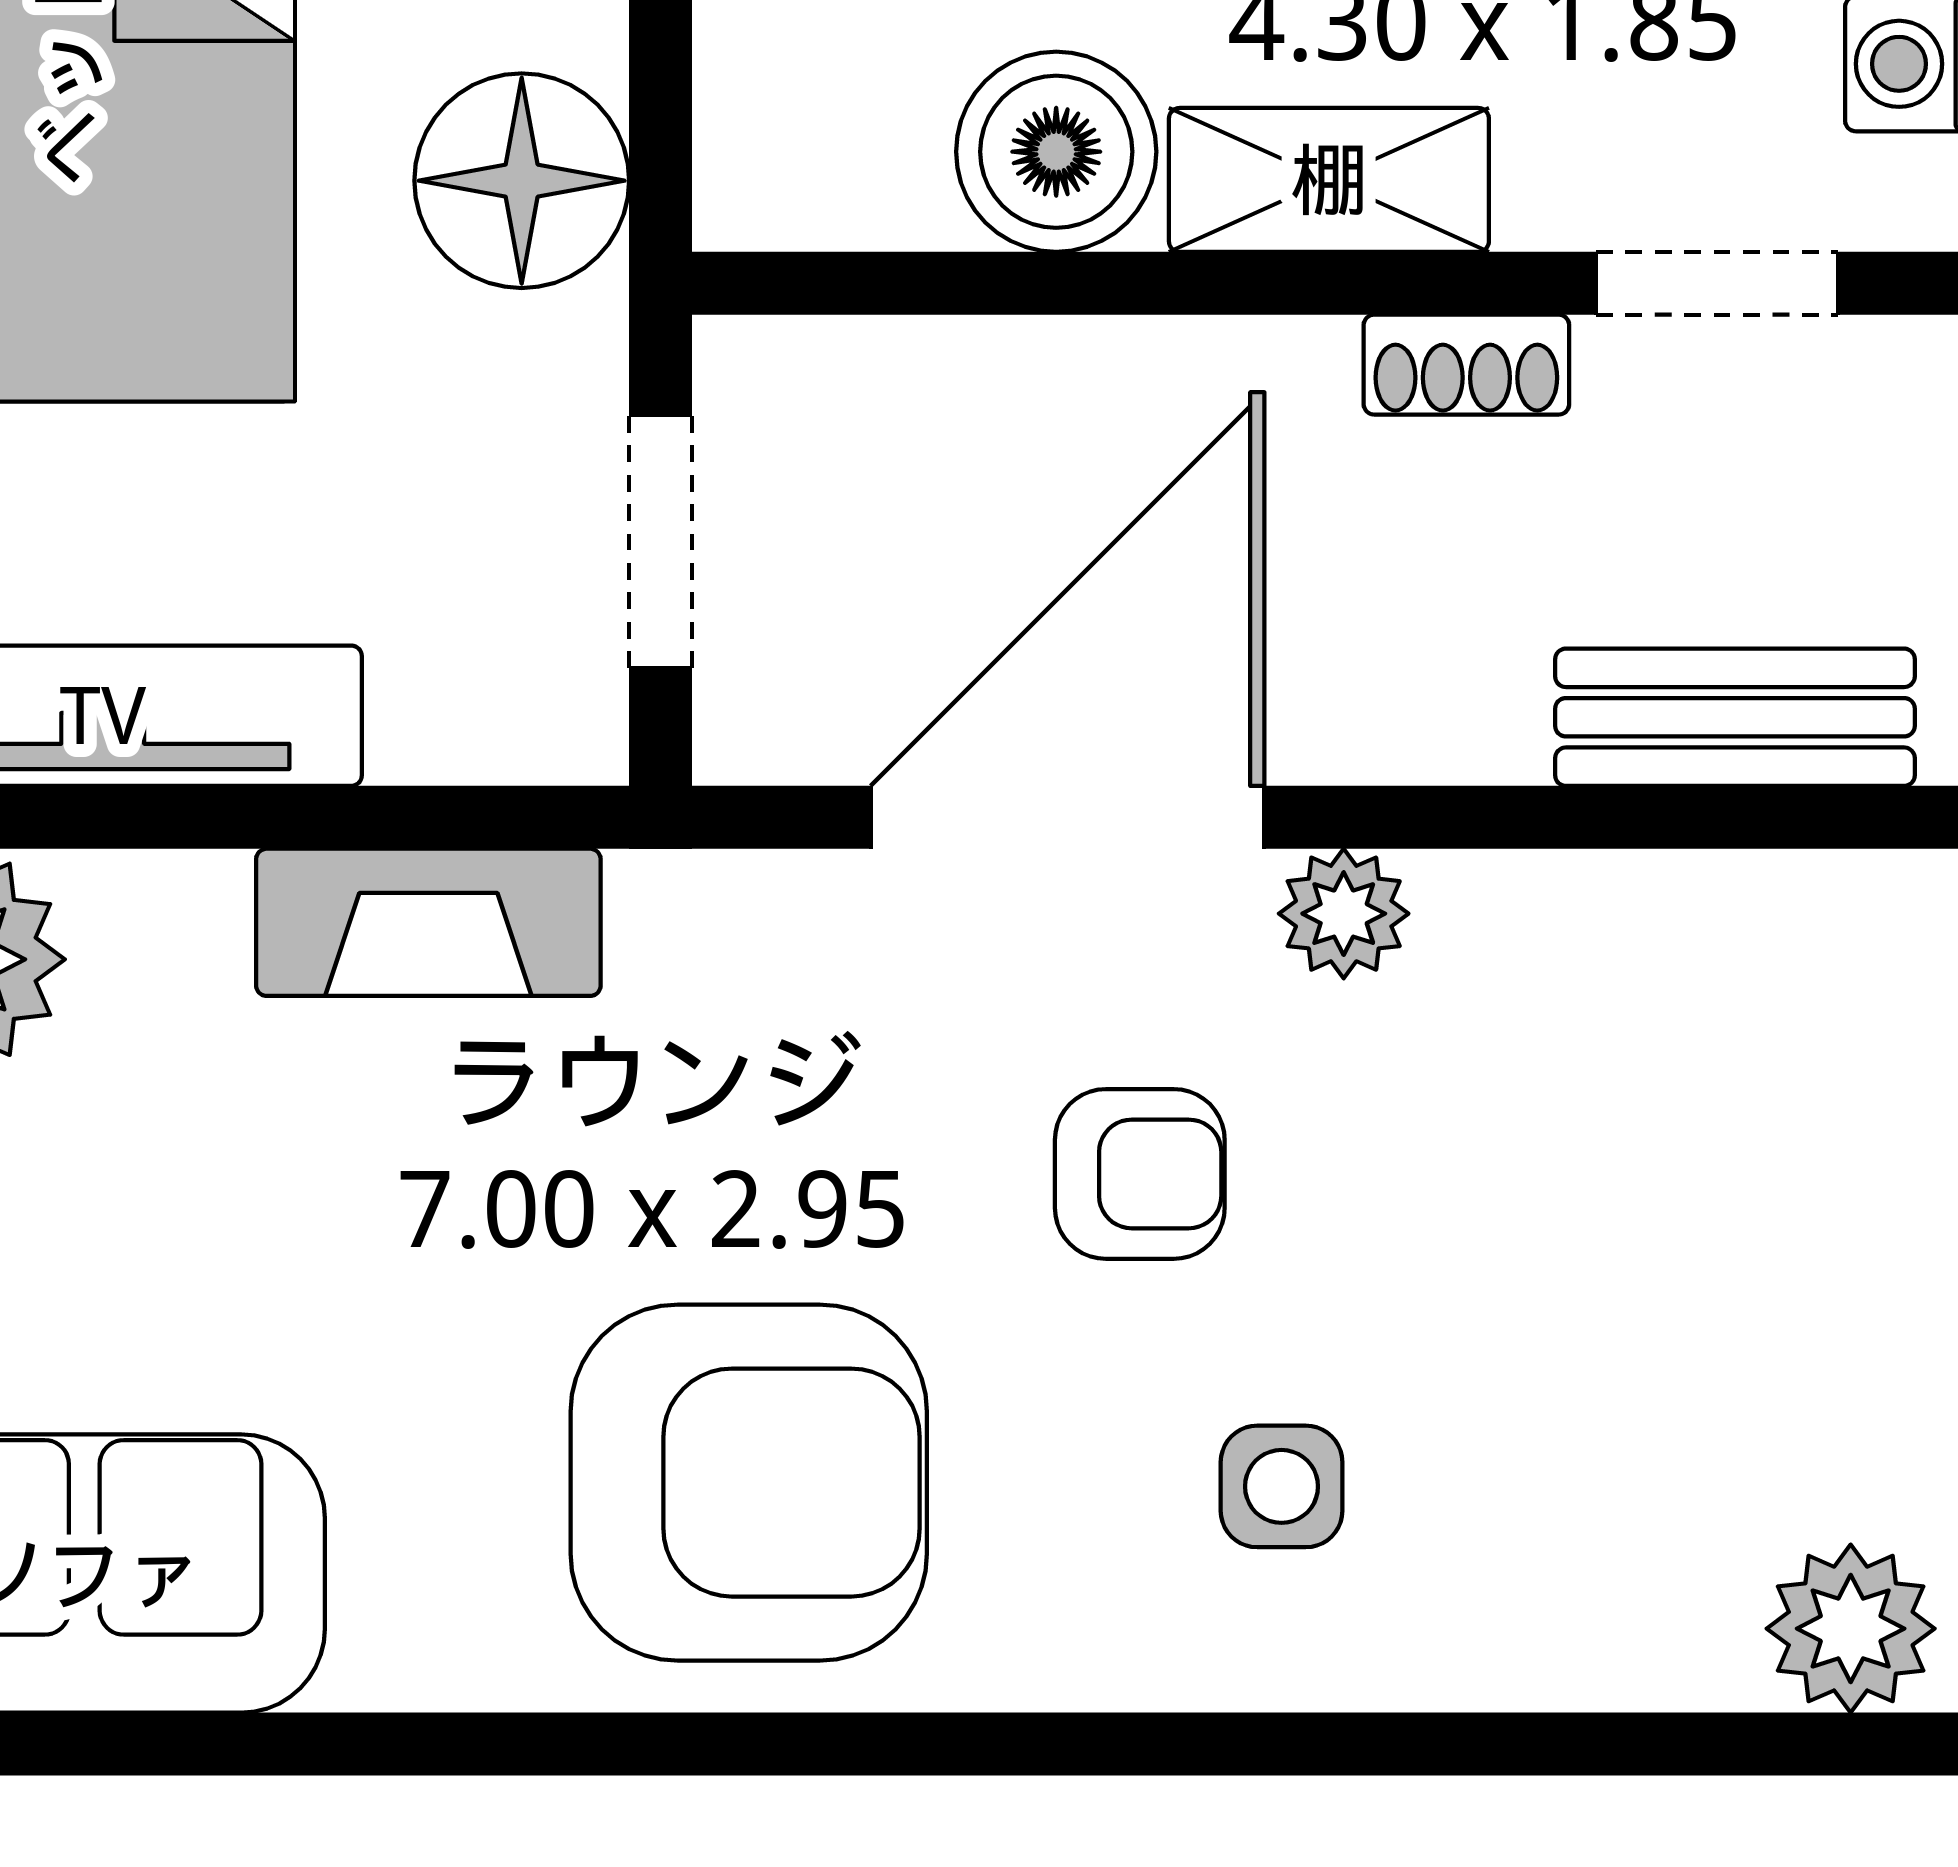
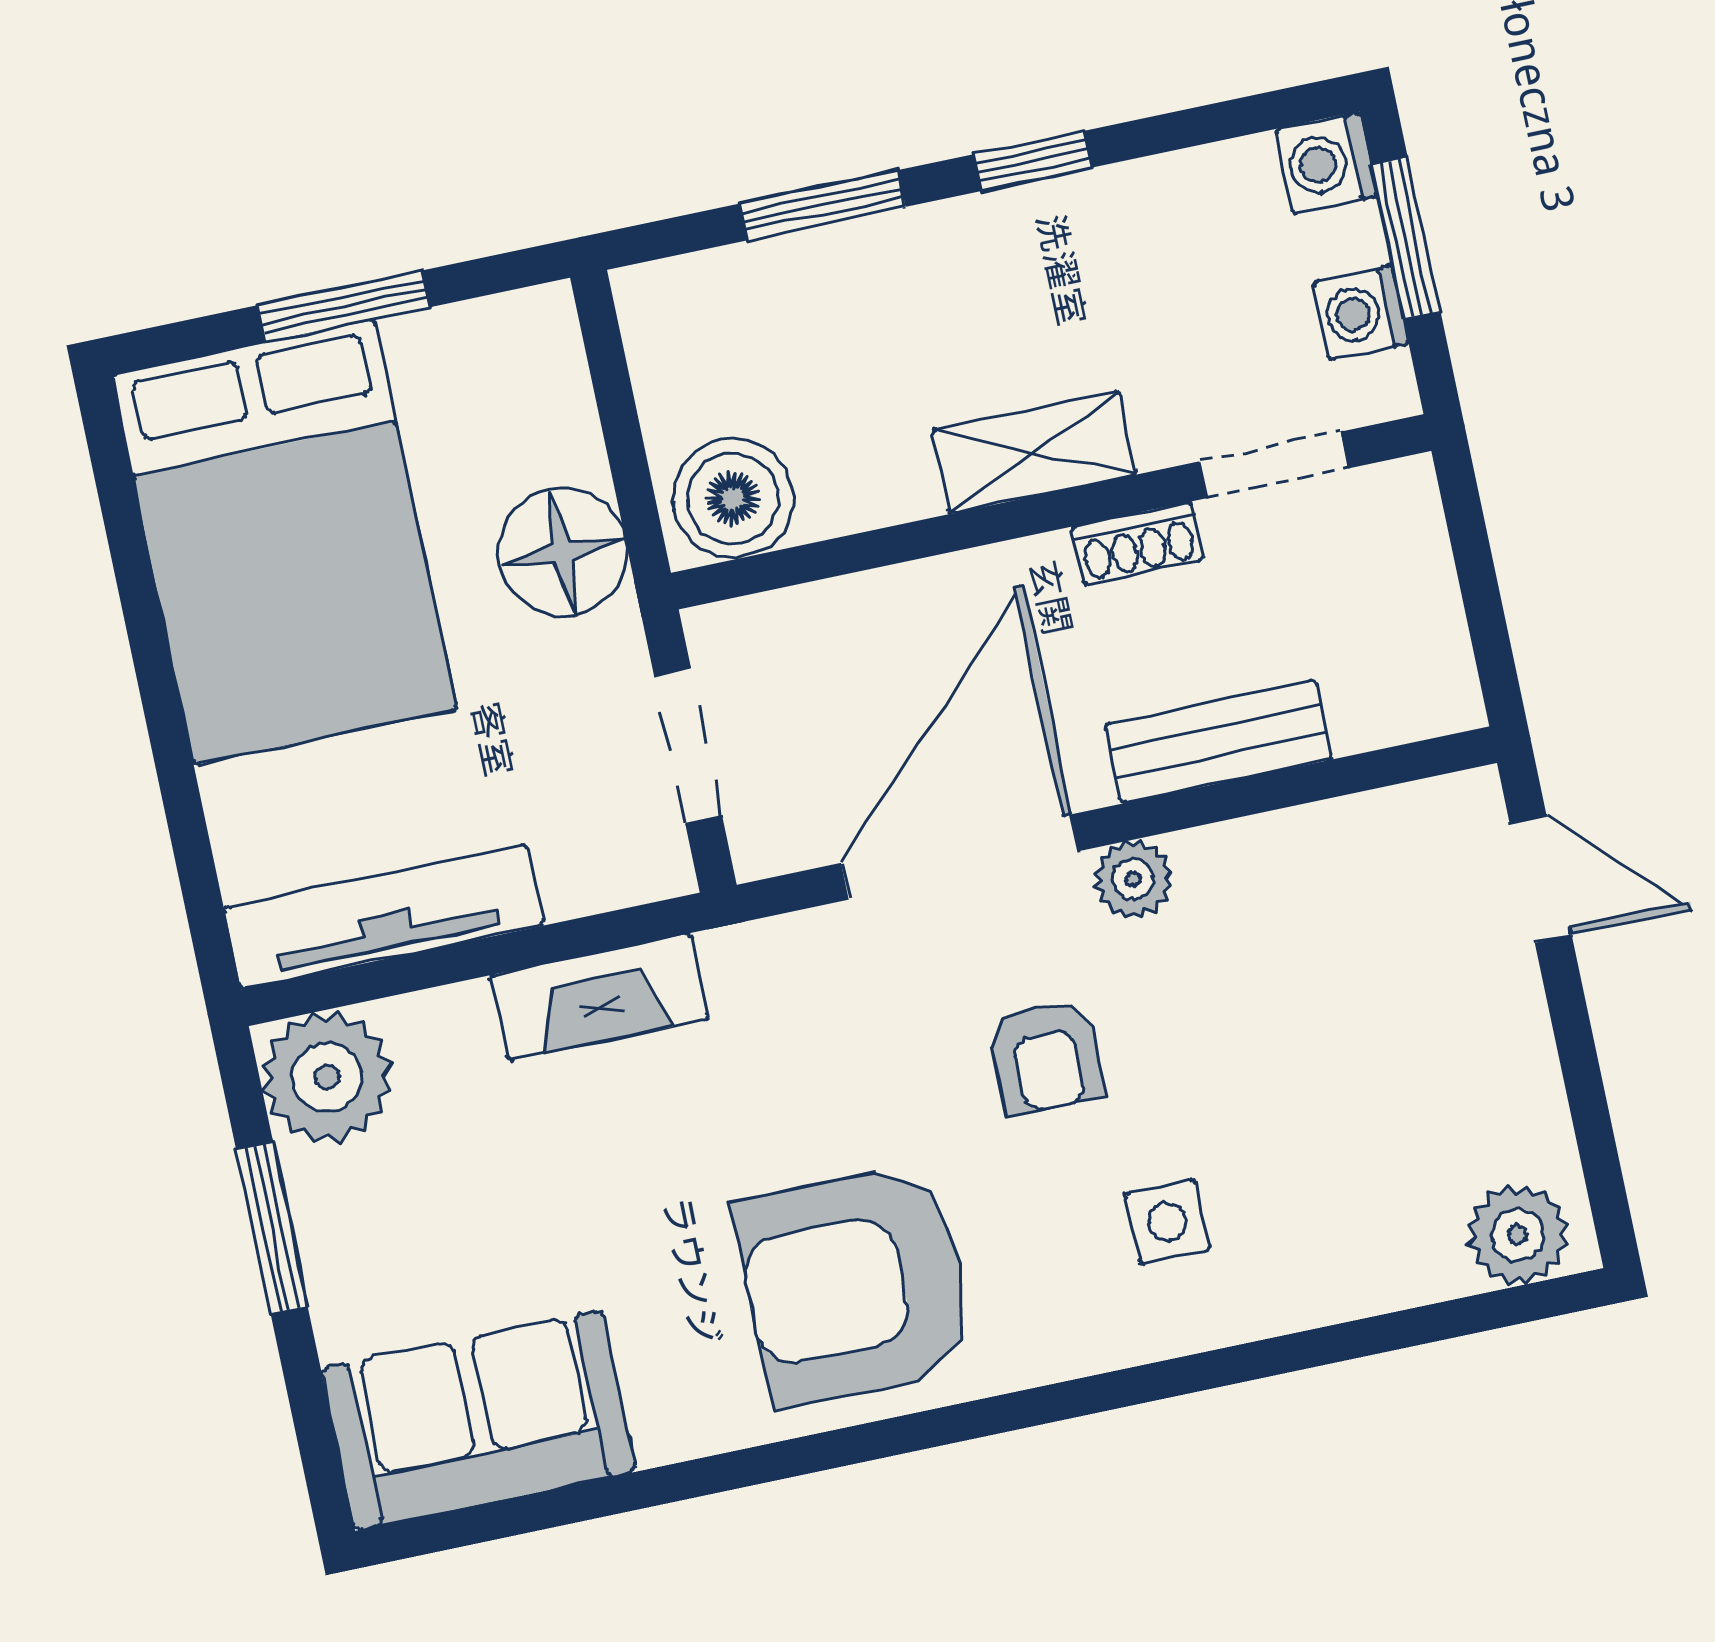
boiler: (1056, 152) -> (733, 499), moved
bench: (1735, 717) -> (1218, 741), moved
armchair: (1140, 1174) -> (1046, 1057), turned 90
armchair: (749, 1483) -> (856, 1285), turned 180

